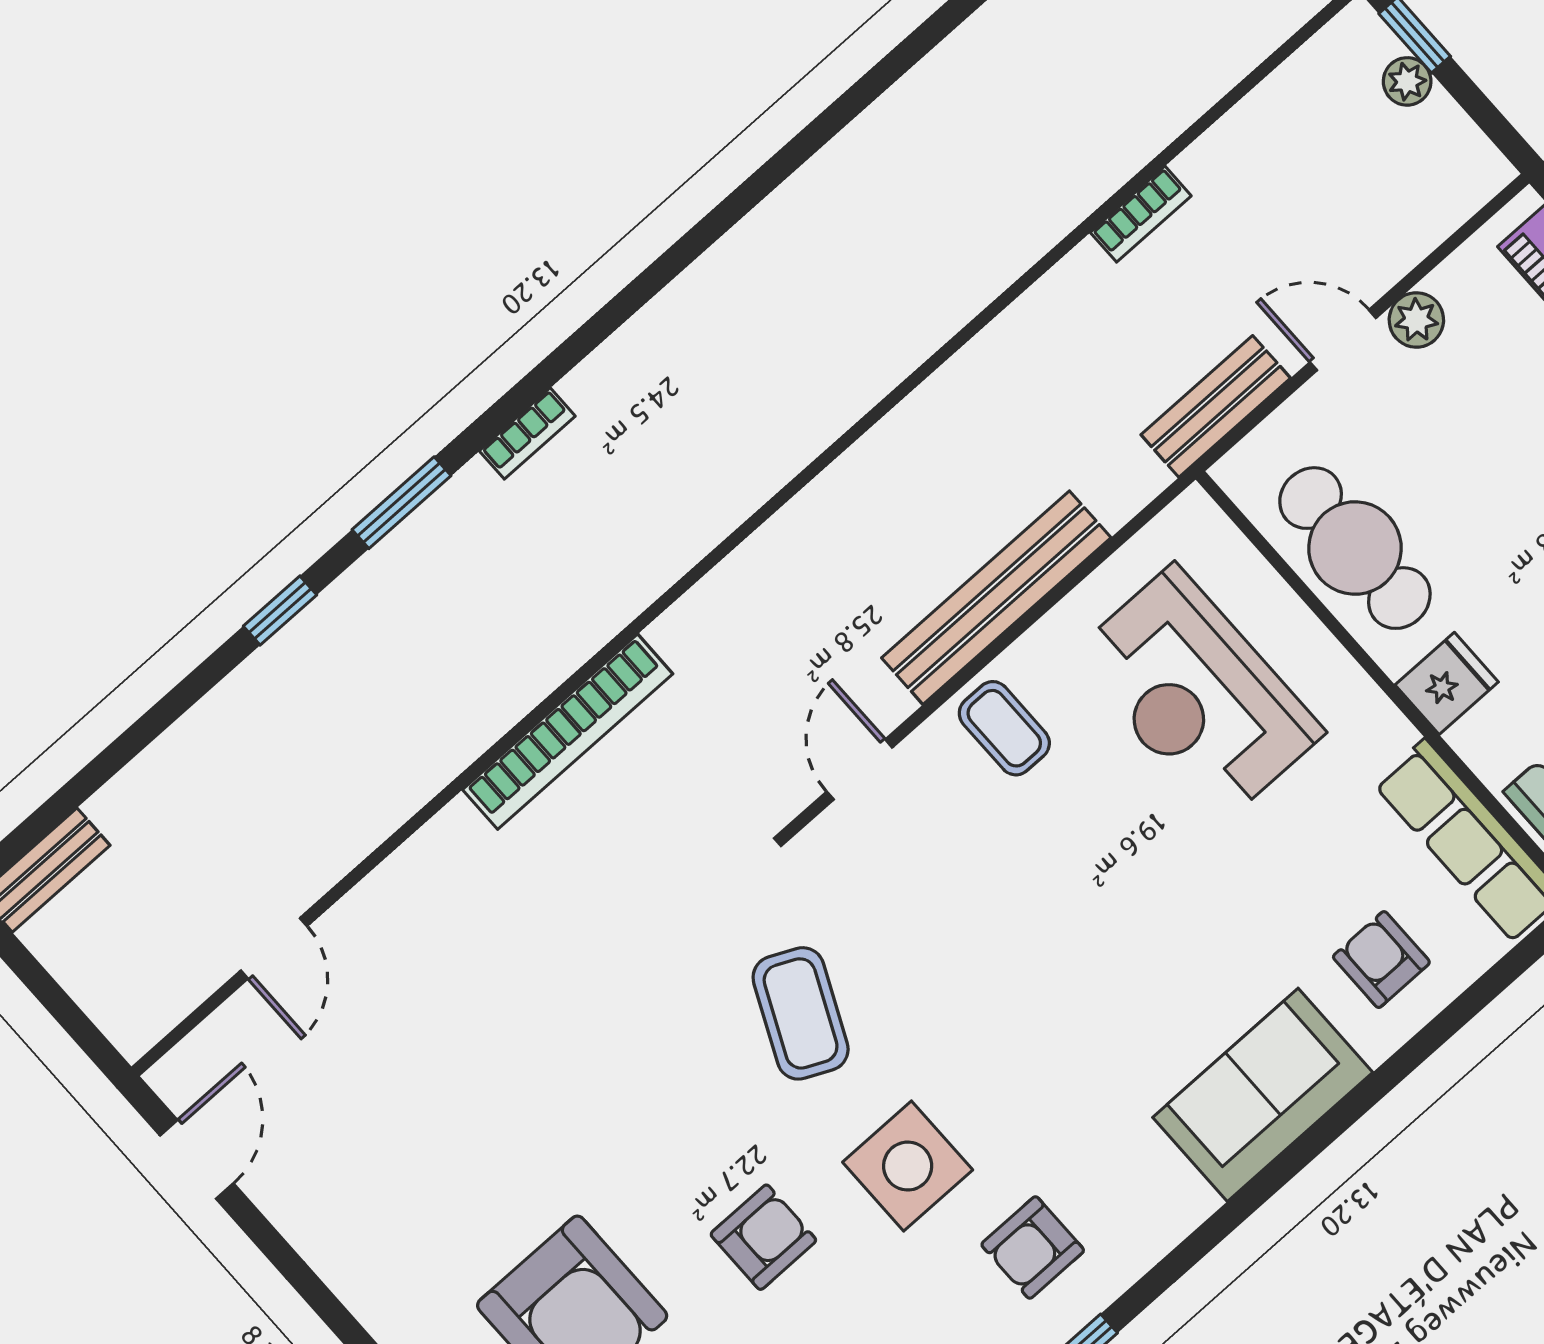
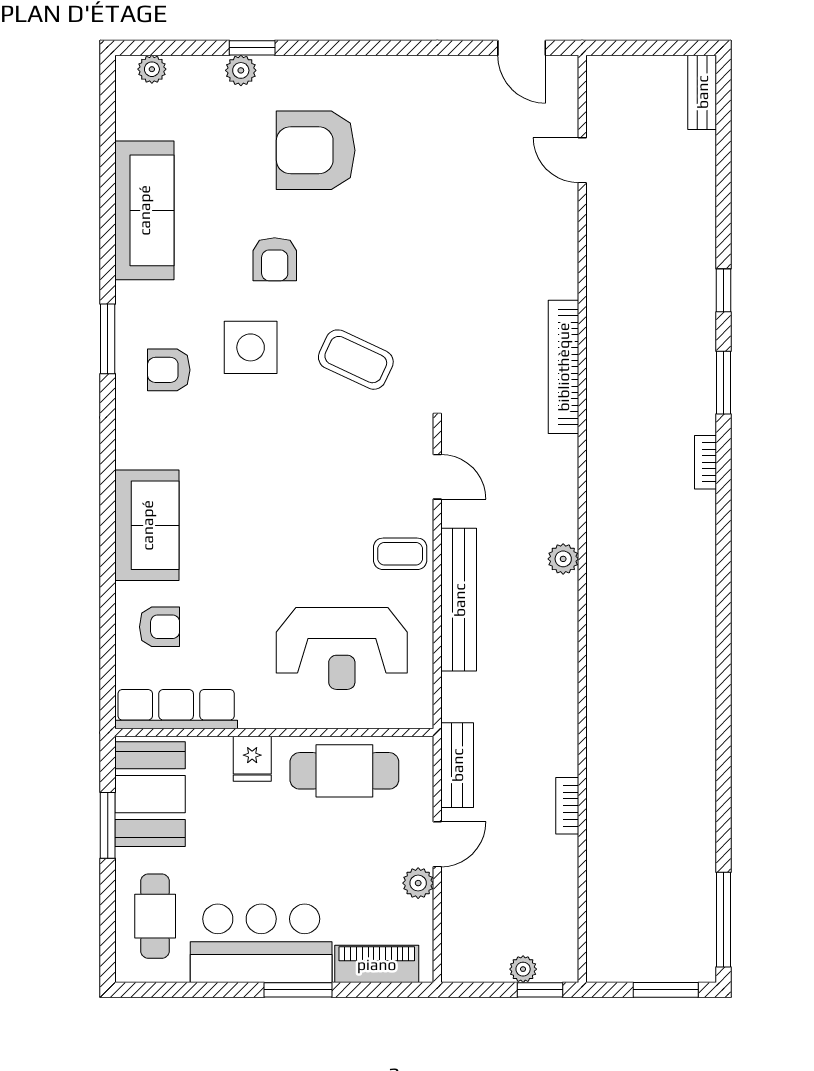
plant: (821, 508) -> (563, 559), added
reception desk: (1197, 694) -> (342, 648), turned 180
armchair: (1033, 1247) -> (169, 370), turned -90

